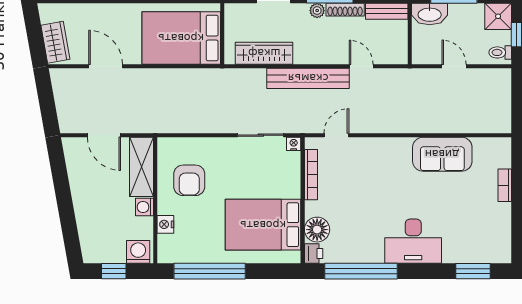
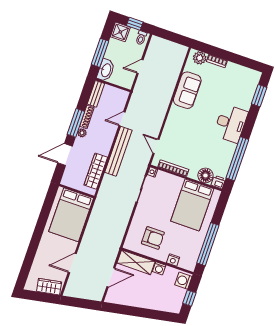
plant: (500, 156) -> (200, 58), added

